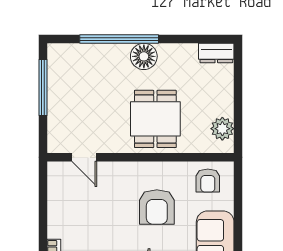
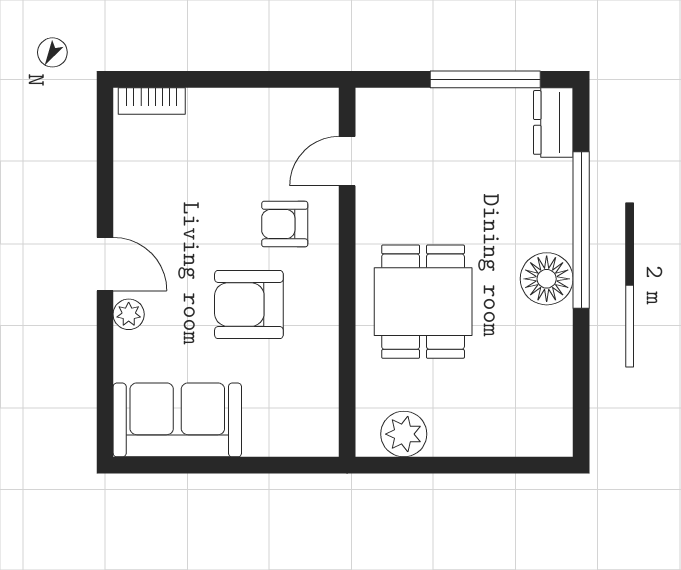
dresser: (216, 53) -> (553, 122), moved
dining table: (155, 119) -> (423, 302), turned 90
armchair: (208, 181) -> (285, 224), moved

